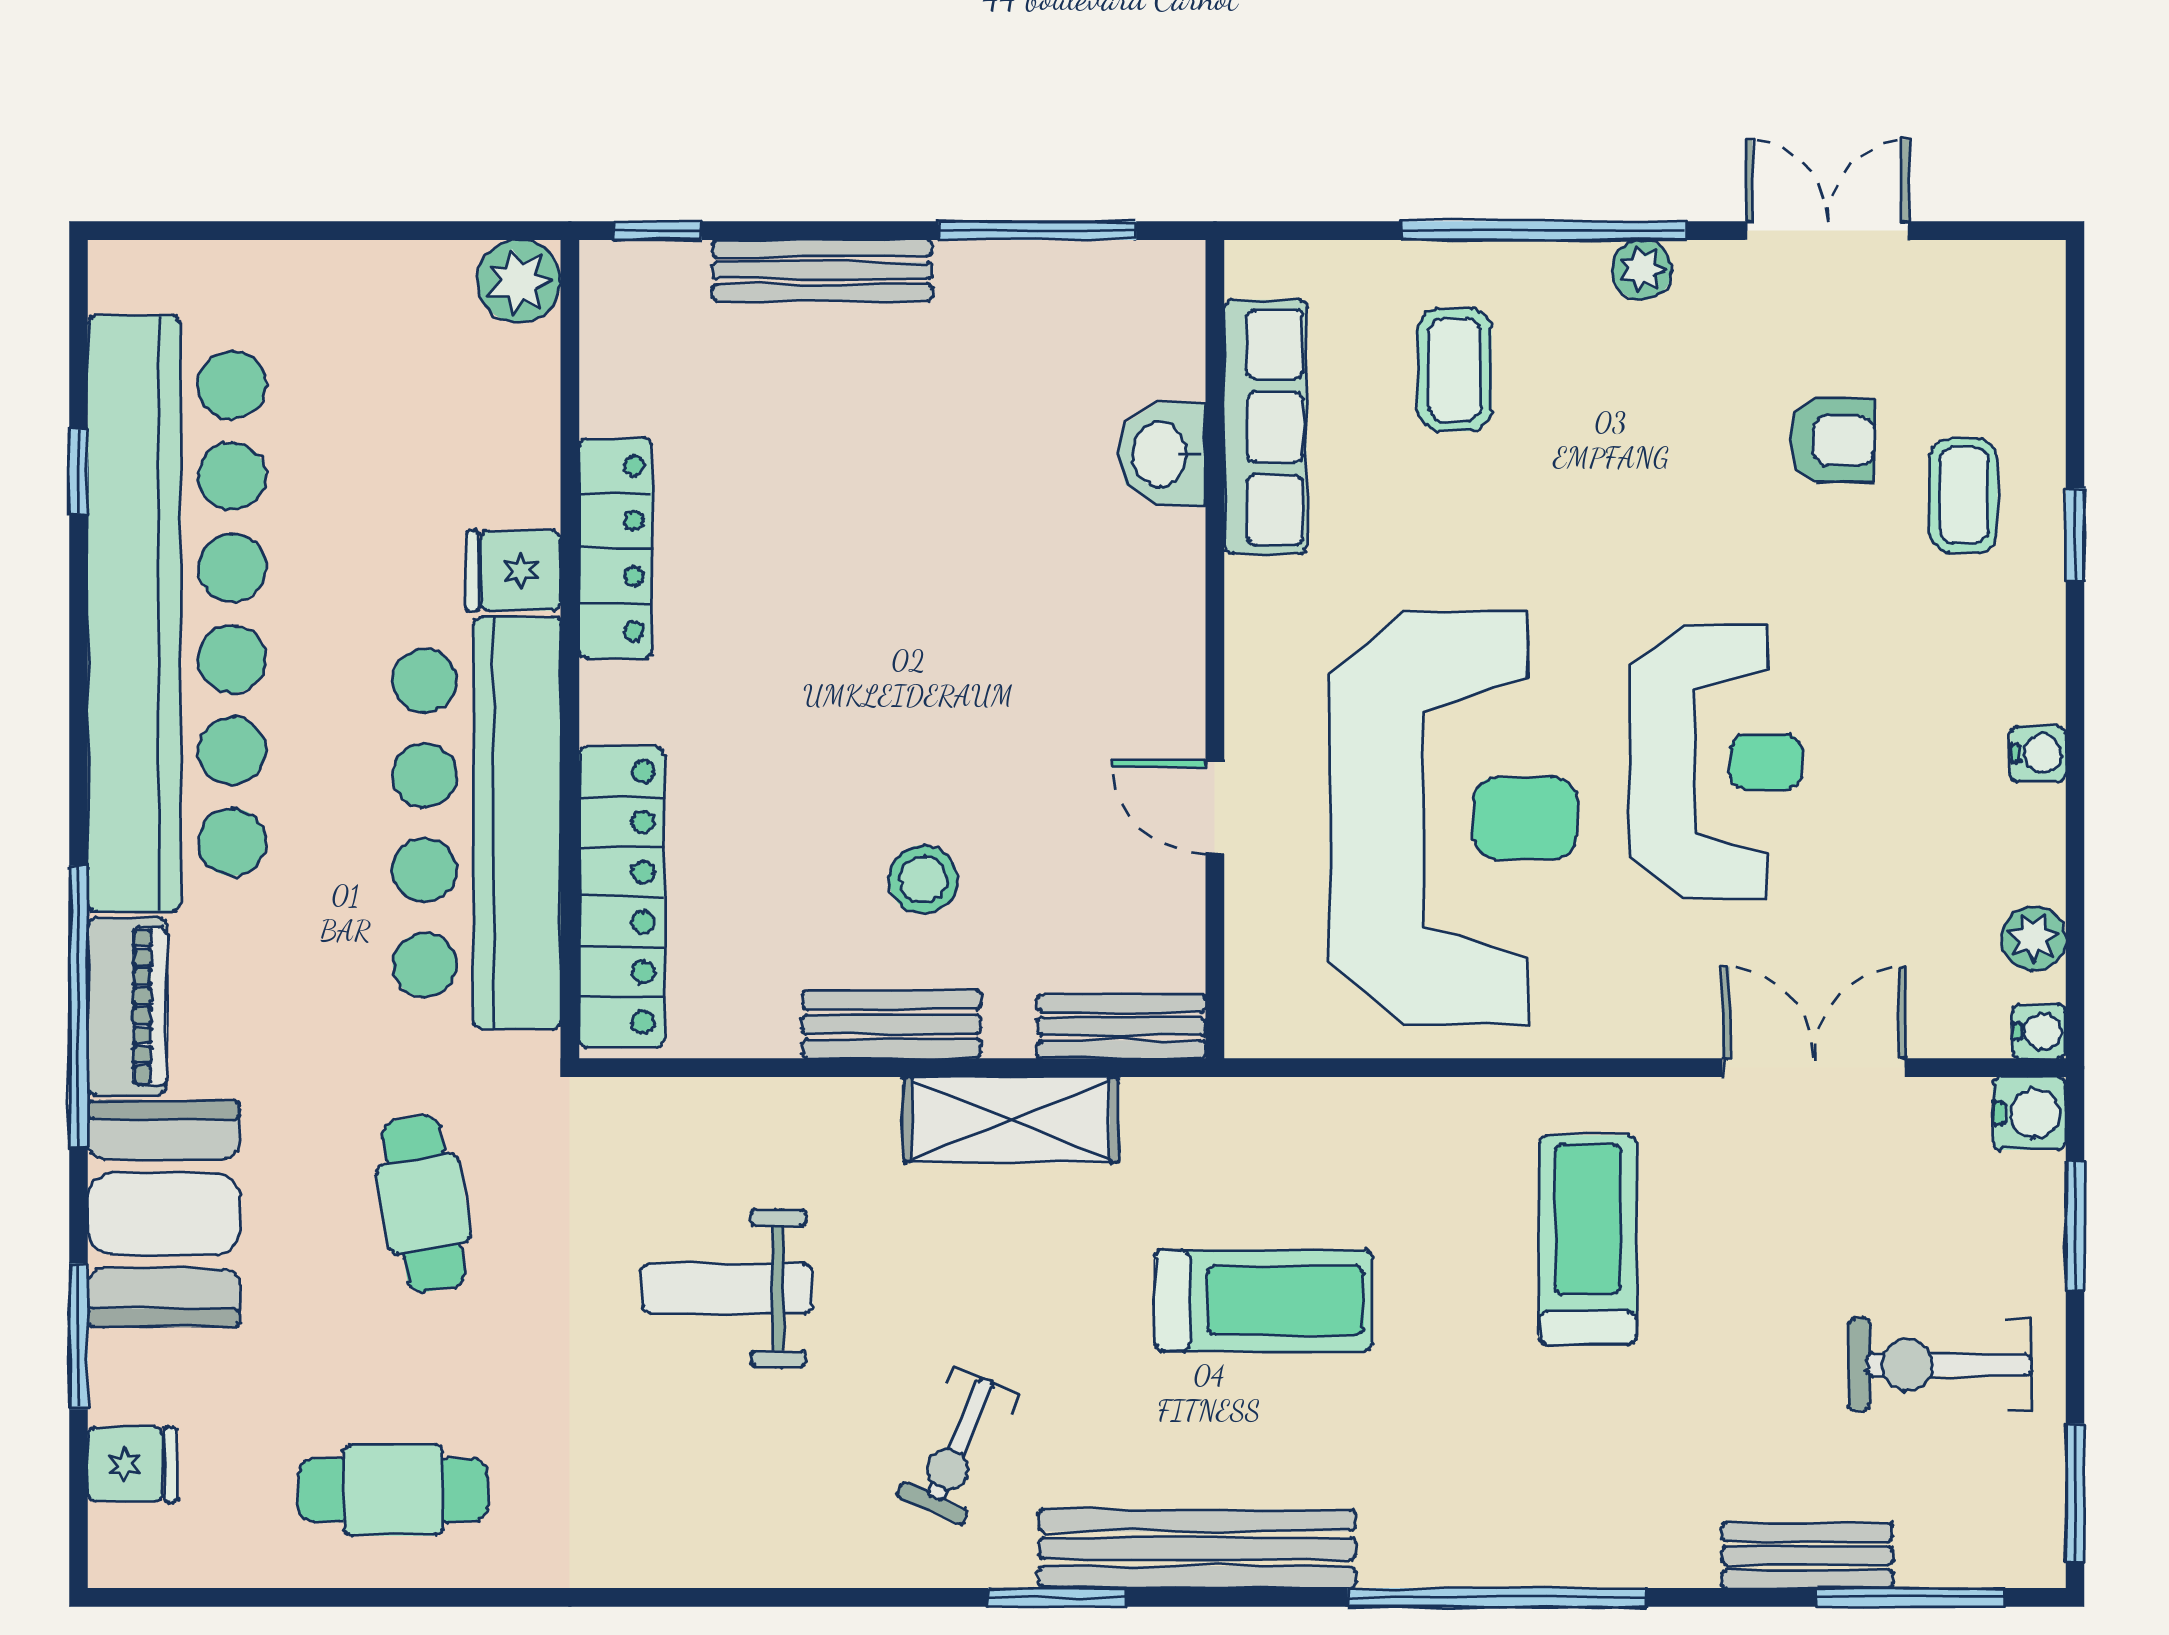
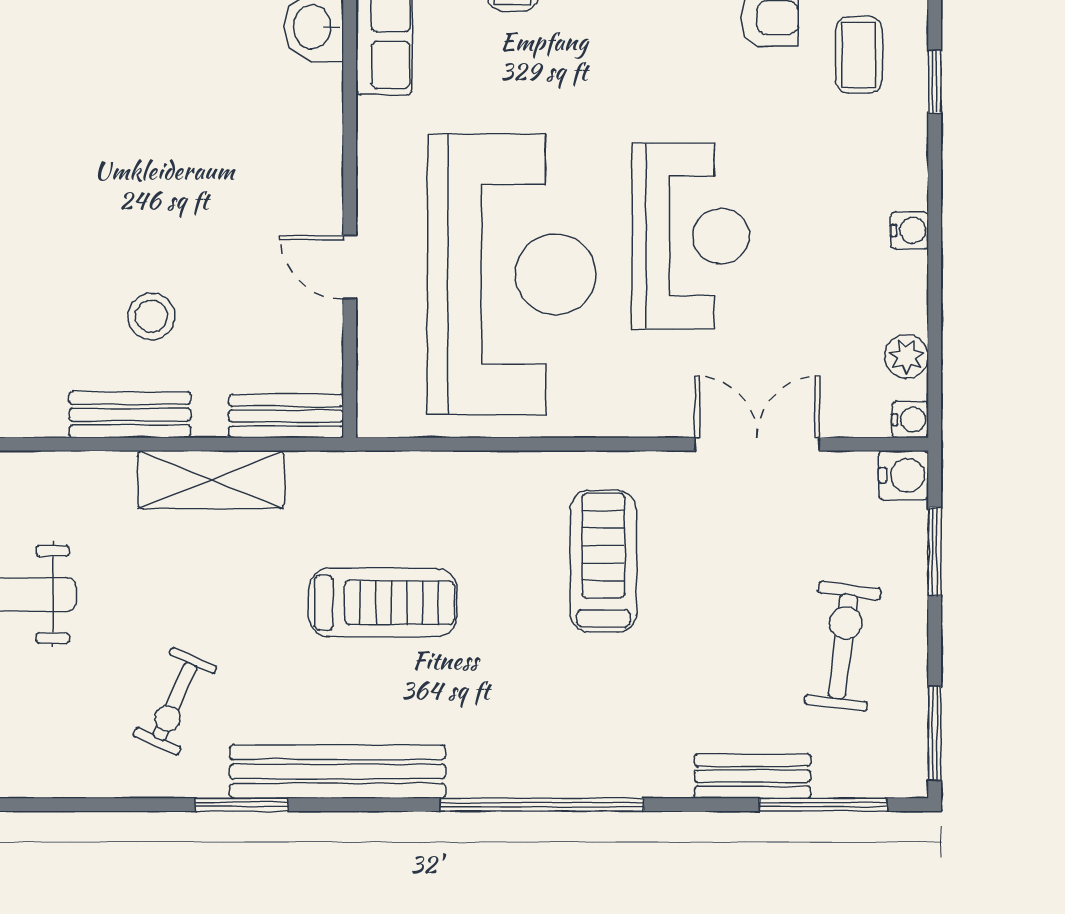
exercise bike: (1940, 1365) -> (843, 646), turned 97

